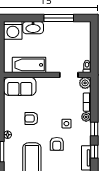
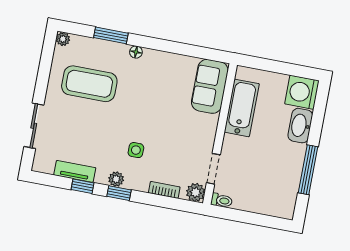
plant: (86, 117) -> (116, 179), moved
armchair: (31, 118) -> (155, 95), removed
armchair: (57, 144) -> (106, 128), removed

